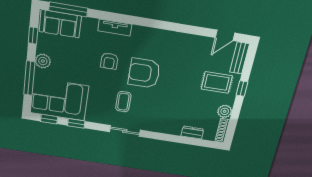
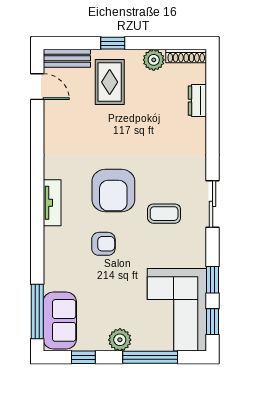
tv unit: (115, 28) -> (52, 203), moved

